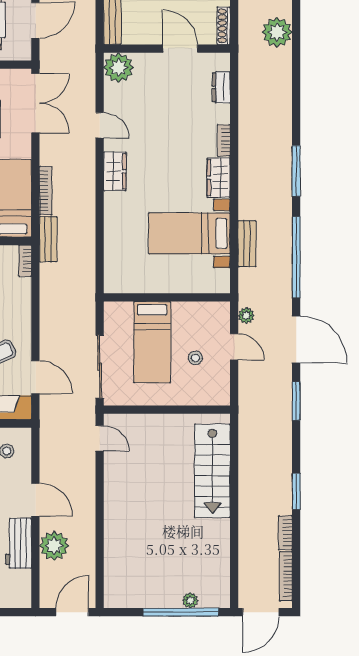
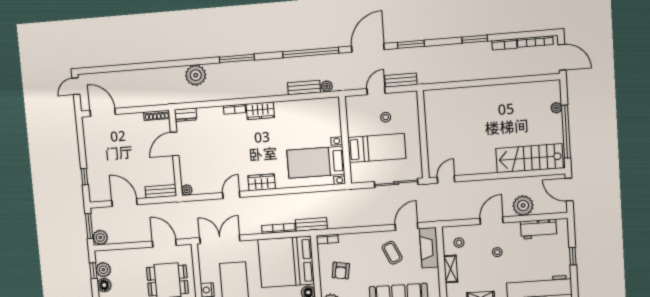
plant: (277, 32) -> (196, 75), moved
plant: (119, 68) -> (187, 190), width x0.53, depth x0.53
dresser: (221, 87) -> (186, 115), moved
window: (296, 171) -> (237, 58), moved
bed with nightstands: (189, 233) -> (316, 162), moved, turned 90
plant: (246, 316) -> (327, 86), moved
bench: (247, 383) -> (401, 80), added
stairs: (212, 471) -> (530, 158), moved, turned 180
workbench: (18, 543) -> (539, 229), moved
window: (181, 612) -> (566, 132), moved

